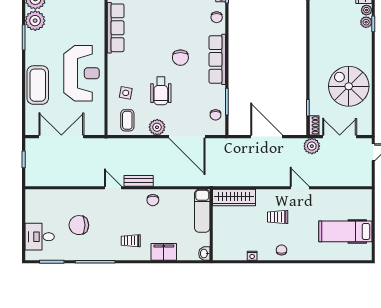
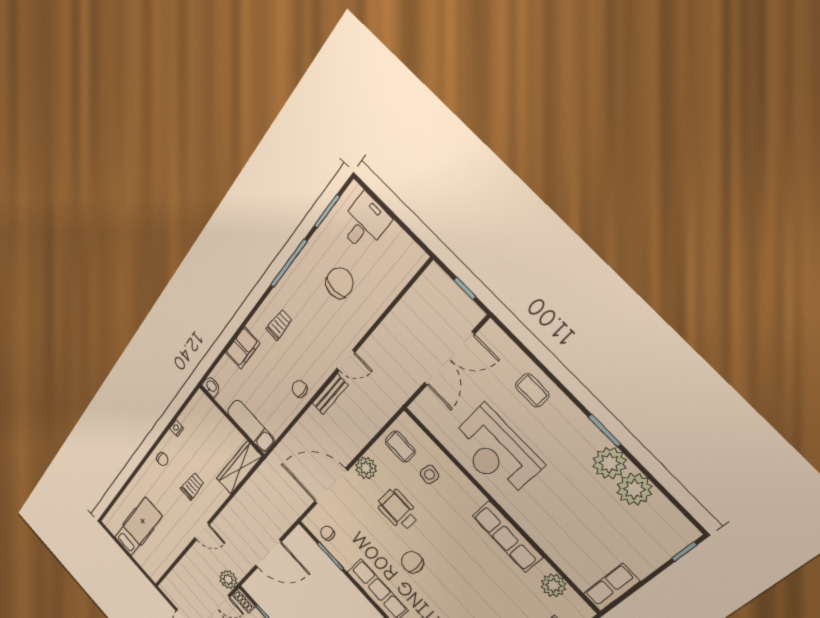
coffee table: (38, 85) -> (532, 390), width x0.54, depth x0.58

